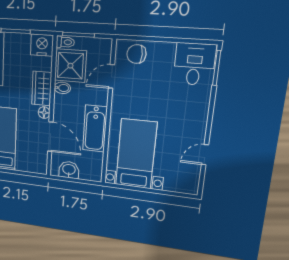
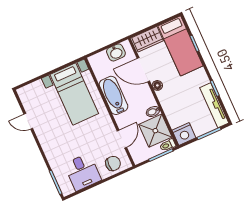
desk: (194, 64) -> (83, 172), moved
wardrobe: (42, 88) -> (148, 39), moved, turned 90
door: (205, 155) -> (28, 121), swing flipped

